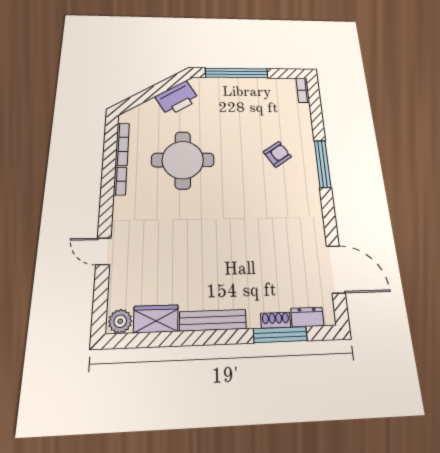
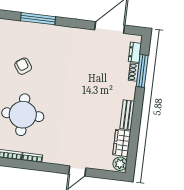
armchair: (277, 154) -> (23, 66), moved
bench: (213, 320) -> (127, 115), width x0.73

